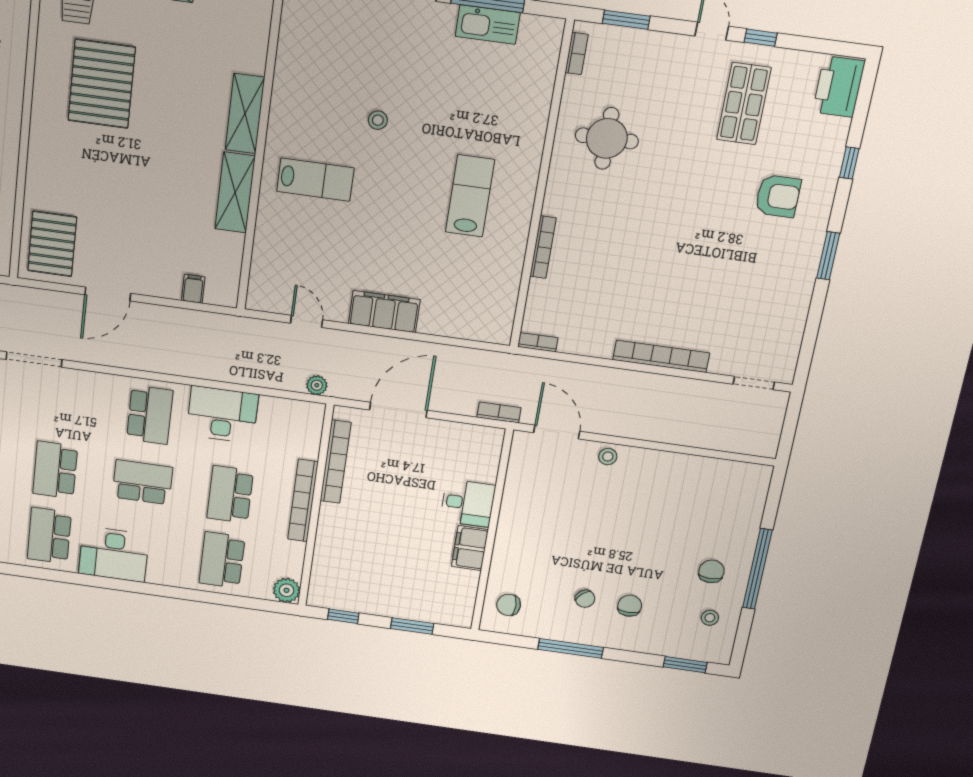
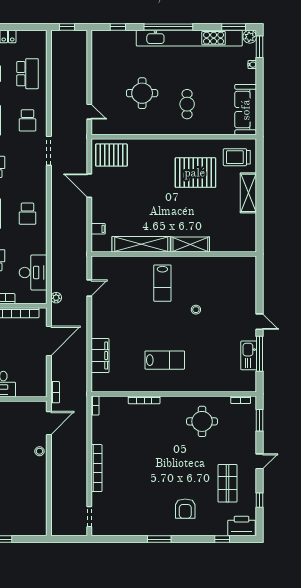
window: (761, 38) -> (259, 500), moved
shop shelf: (744, 104) -> (228, 483), turned 90
window: (849, 163) -> (222, 539), moved
shelving: (235, 193) -> (141, 244), width x1.47
filing cabinet: (384, 312) -> (100, 356), moved
door: (398, 410) -> (49, 341), hinge flipped
school desk: (150, 415) -> (27, 214), width x0.54
desk: (222, 415) -> (33, 273), moved

